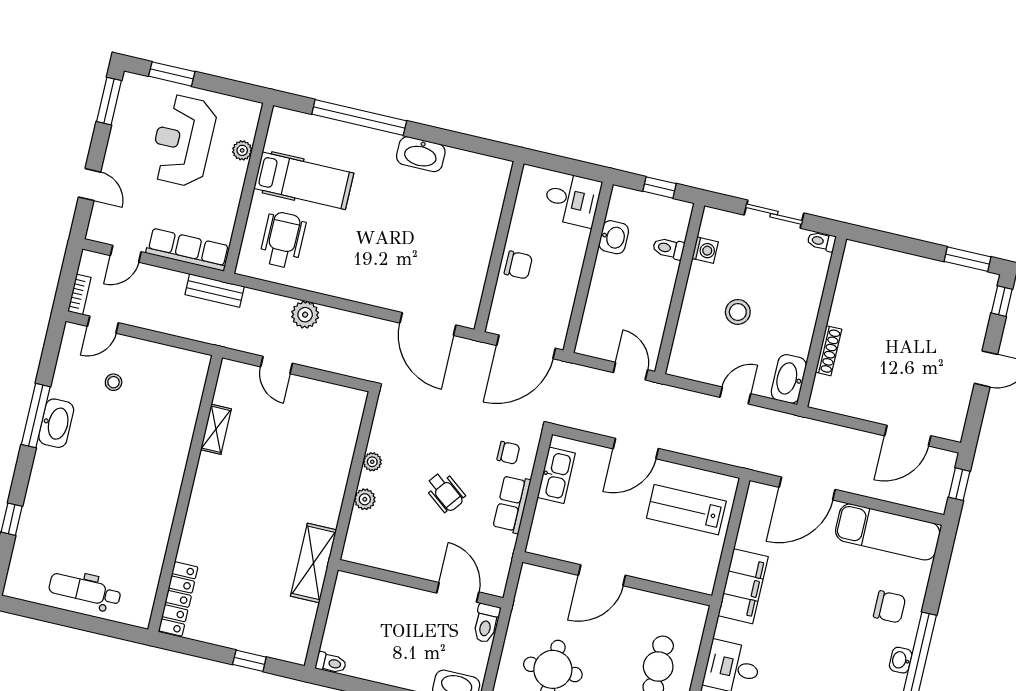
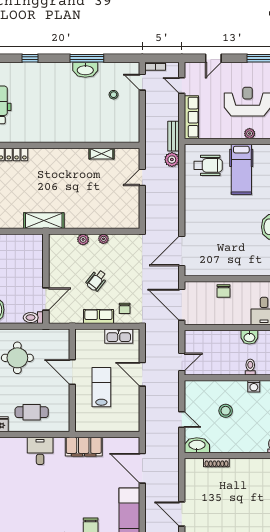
plant: (305, 315) -> (172, 160), moved
lab bench: (686, 510) -> (101, 387), moved

